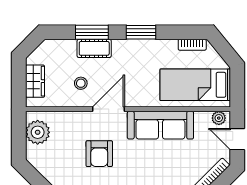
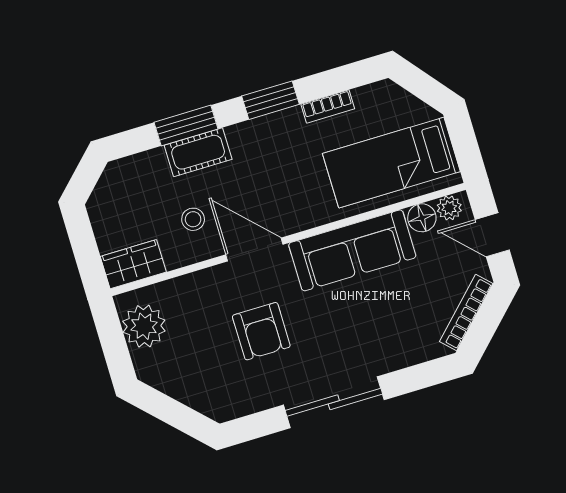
bookcase: (192, 45) -> (328, 106), moved
wardrobe: (35, 81) -> (133, 264), moved, turned -90
door: (109, 109) -> (254, 249), hinge flipped
floor lamp: (203, 119) -> (422, 218), added

